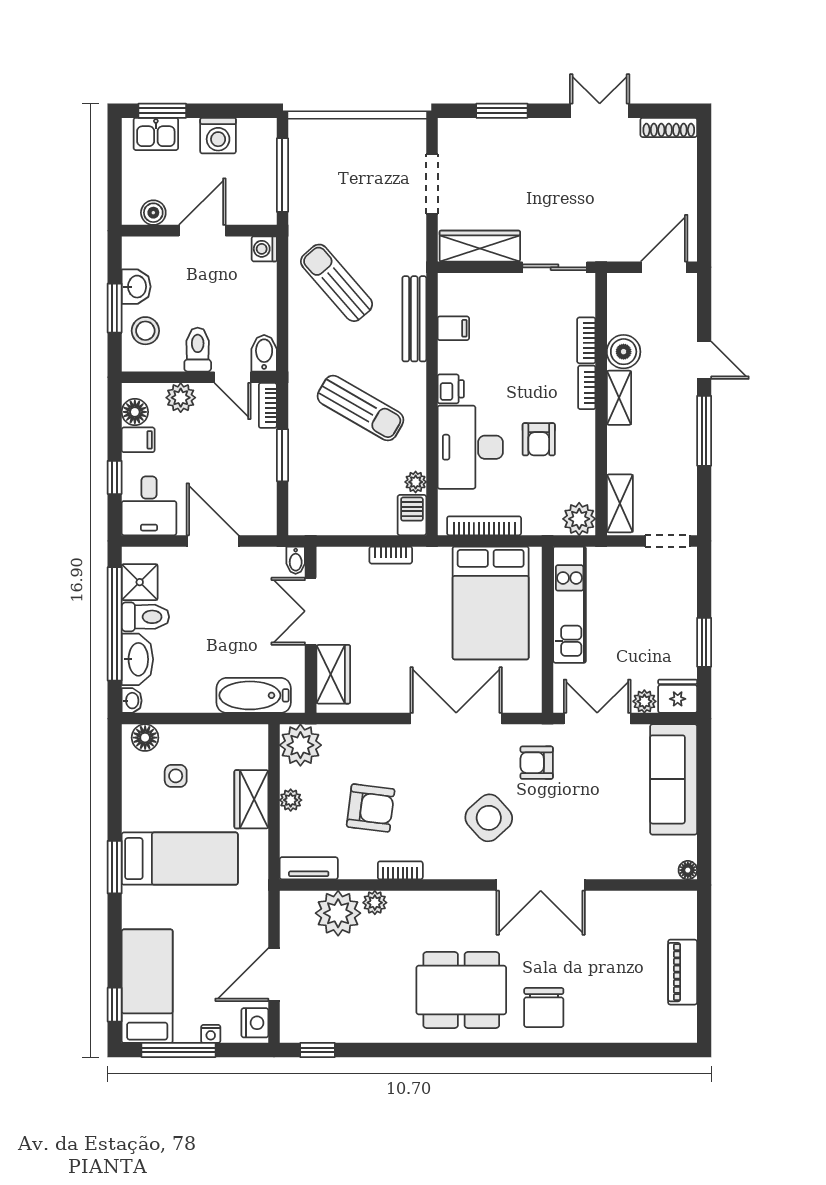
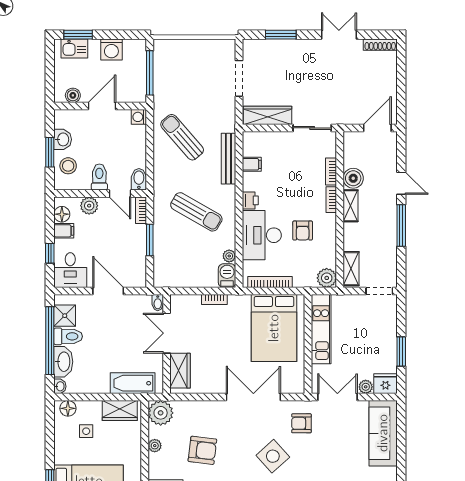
wardrobe: (251, 799) -> (120, 410), moved, turned -90

